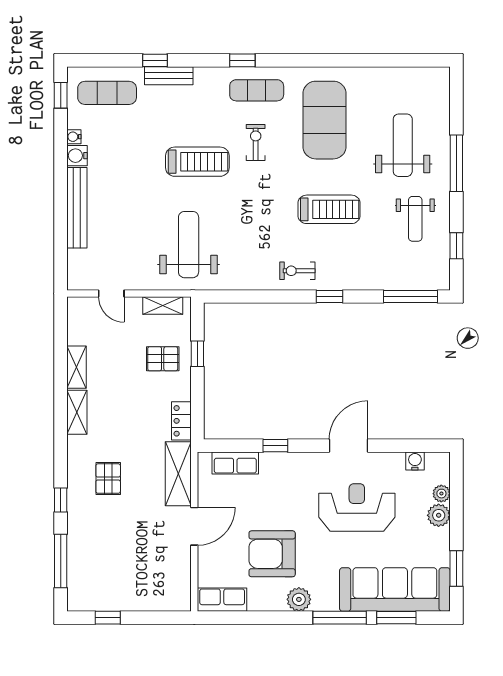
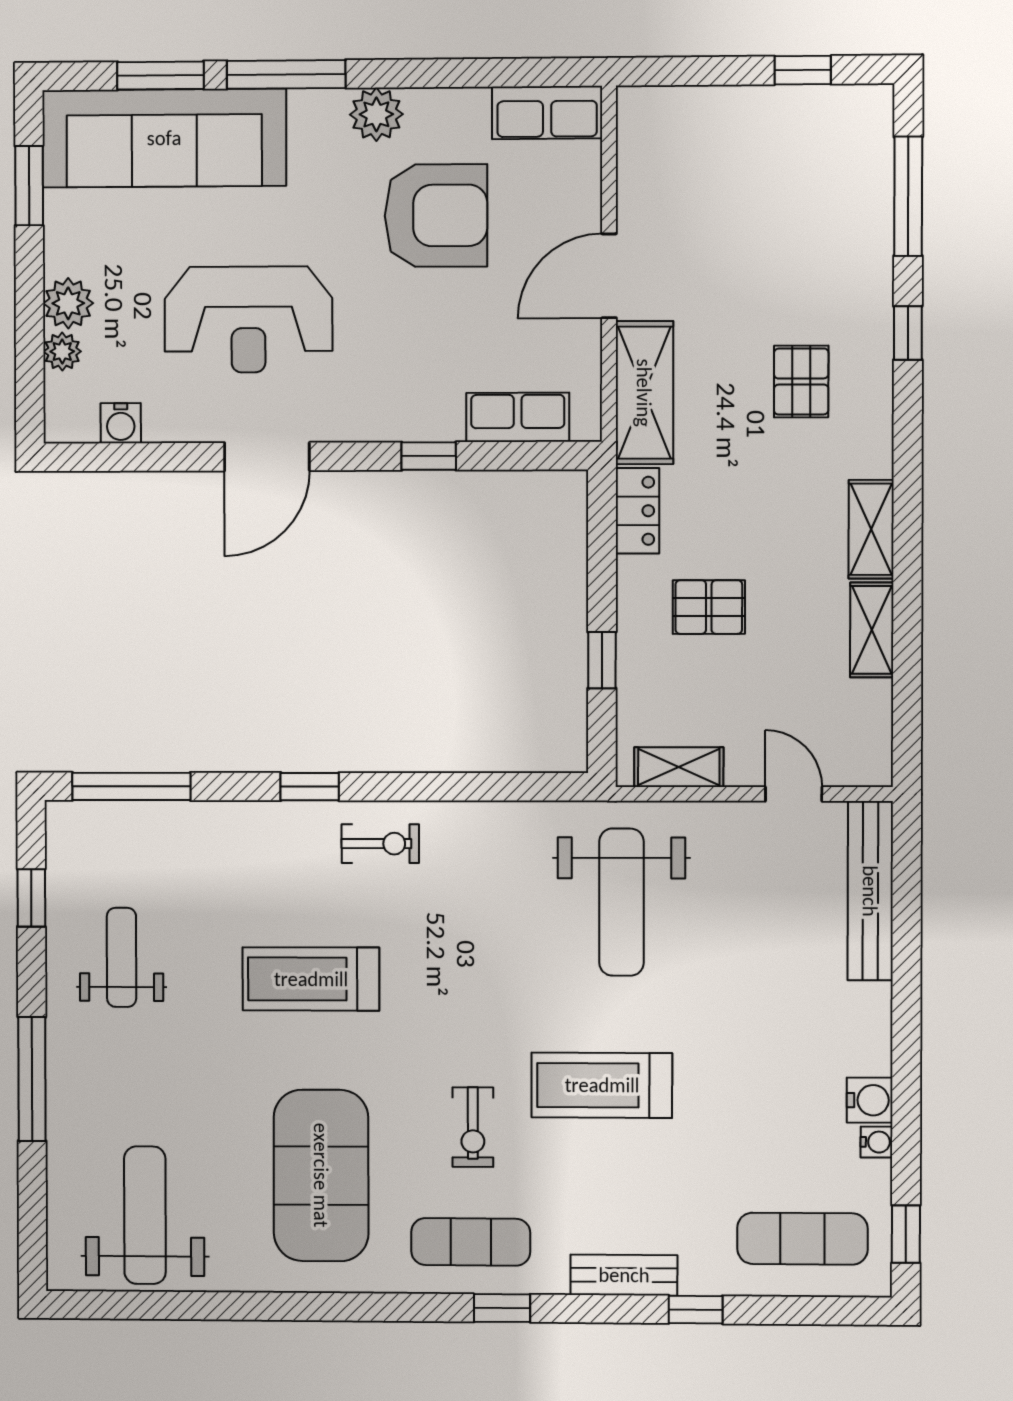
bench: (169, 76) -> (624, 1275), moved
weight bench: (403, 145) -> (145, 1215), moved, turned 180
bench: (77, 208) -> (870, 891), moved
pallet: (163, 359) -> (709, 607), moved

